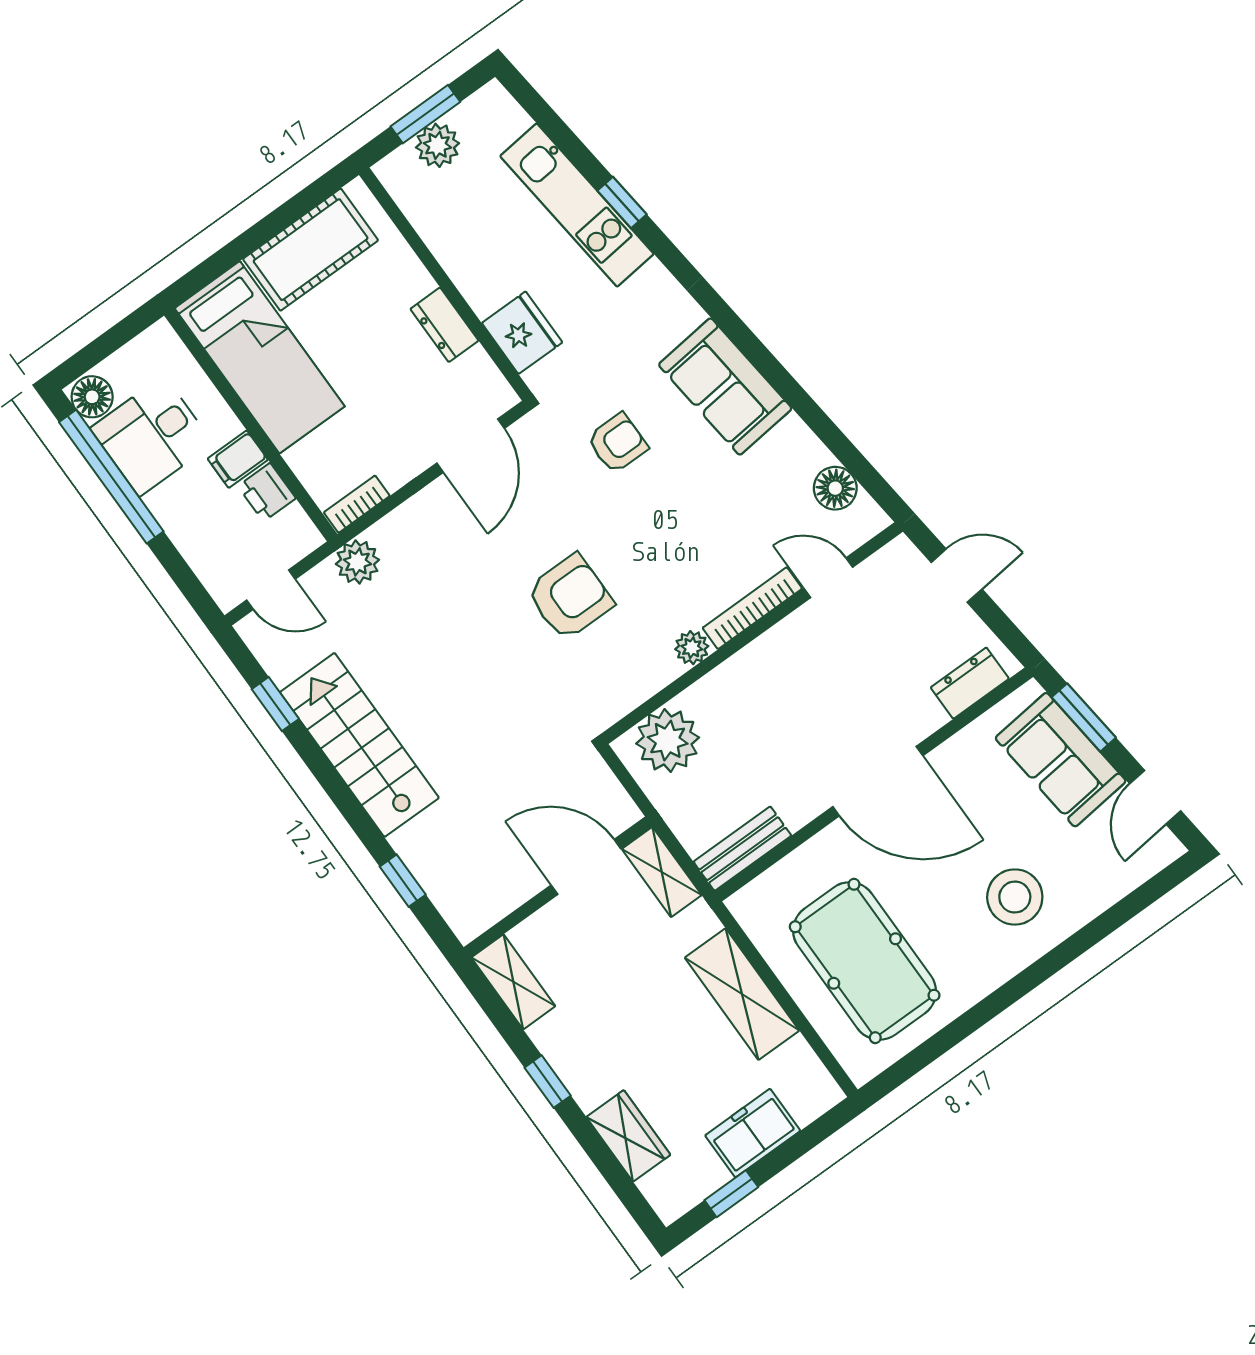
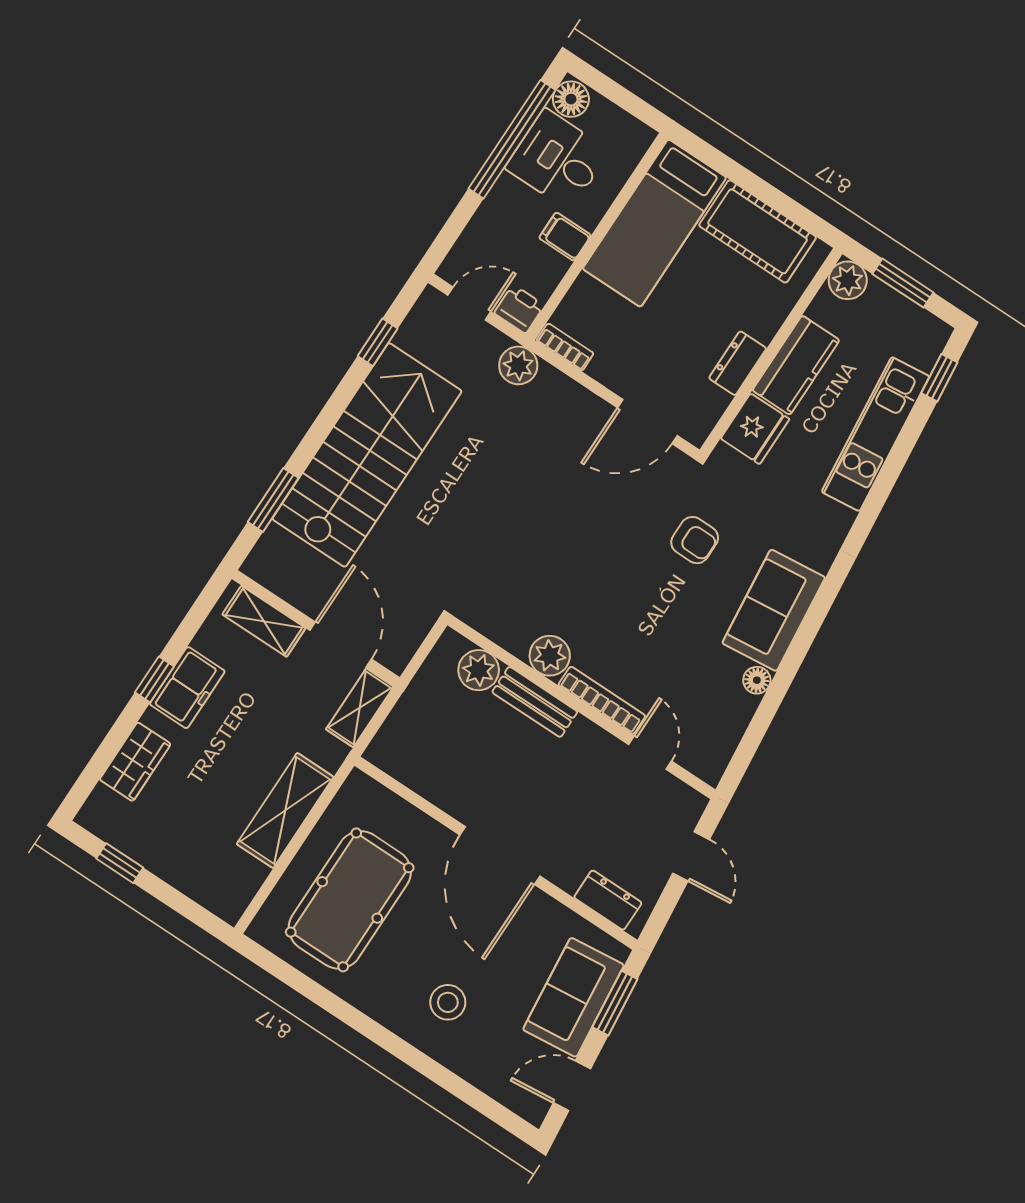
plant: (438, 145) -> (848, 280), moved
window: (622, 202) -> (939, 378), moved
kitchen counter: (470, 263) -> (796, 365), added
floor lamp: (835, 488) -> (757, 680), moved, width x0.73, depth x0.73
printer: (267, 492) -> (519, 309), moved, turned 90
door: (271, 590) -> (469, 304), swing flipped
armchair: (570, 597) -> (555, 549), removed
plant: (692, 648) -> (550, 656), width x1.38, depth x1.38
plant: (668, 740) -> (479, 670), width x0.73, depth x0.73
stairs: (359, 745) -> (367, 455), width x1.36, depth x1.51
bench: (742, 849) -> (535, 702), moved
window: (403, 881) -> (273, 500), width x1.50
stool: (1015, 897) -> (448, 1002), width x0.73, depth x0.73
shelving: (513, 982) -> (264, 621), moved, turned 90
freezer: (753, 1133) -> (187, 688), moved, turned 90

